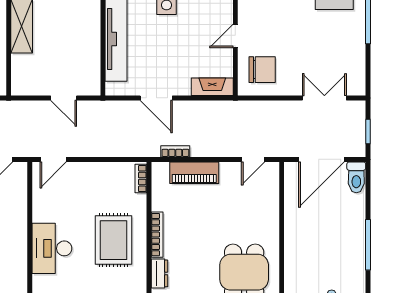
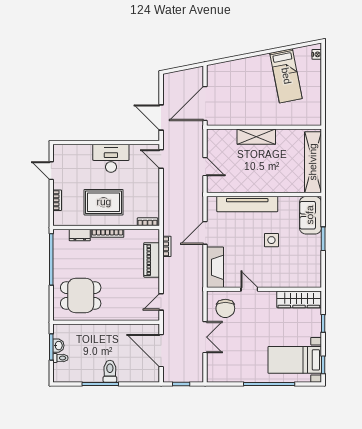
fireplace: (212, 87) -> (215, 267), width x1.37, depth x1.32
door: (64, 98) -> (205, 167), swing flipped
double door: (324, 98) -> (205, 337), moved
door: (253, 159) -> (161, 302), hinge flipped
toilet: (356, 177) -> (110, 371), moved, turned 90
desk: (52, 248) -> (111, 158), moved

